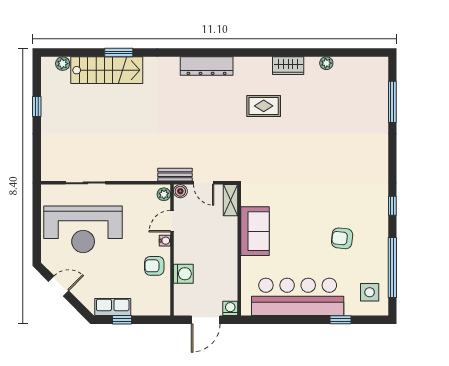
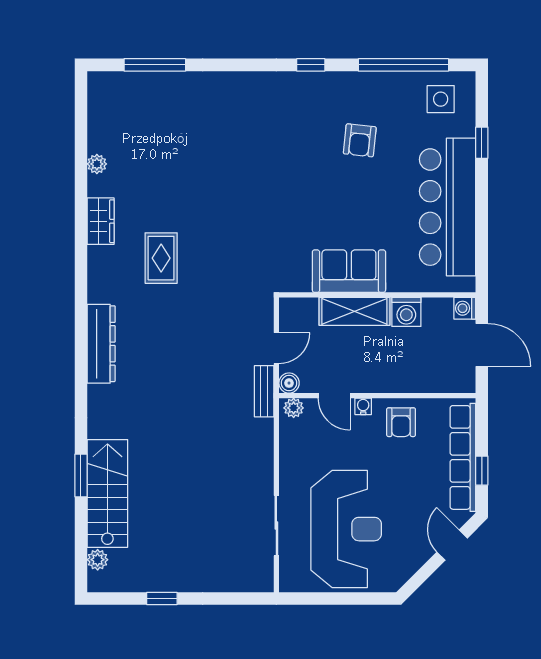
shelving: (230, 200) -> (354, 311), moved, width x1.50, depth x1.33
washing machine: (183, 274) -> (406, 312), moved, turned 180
door: (59, 286) -> (452, 545), moved
row of seats: (113, 307) -> (463, 457), width x2.02

